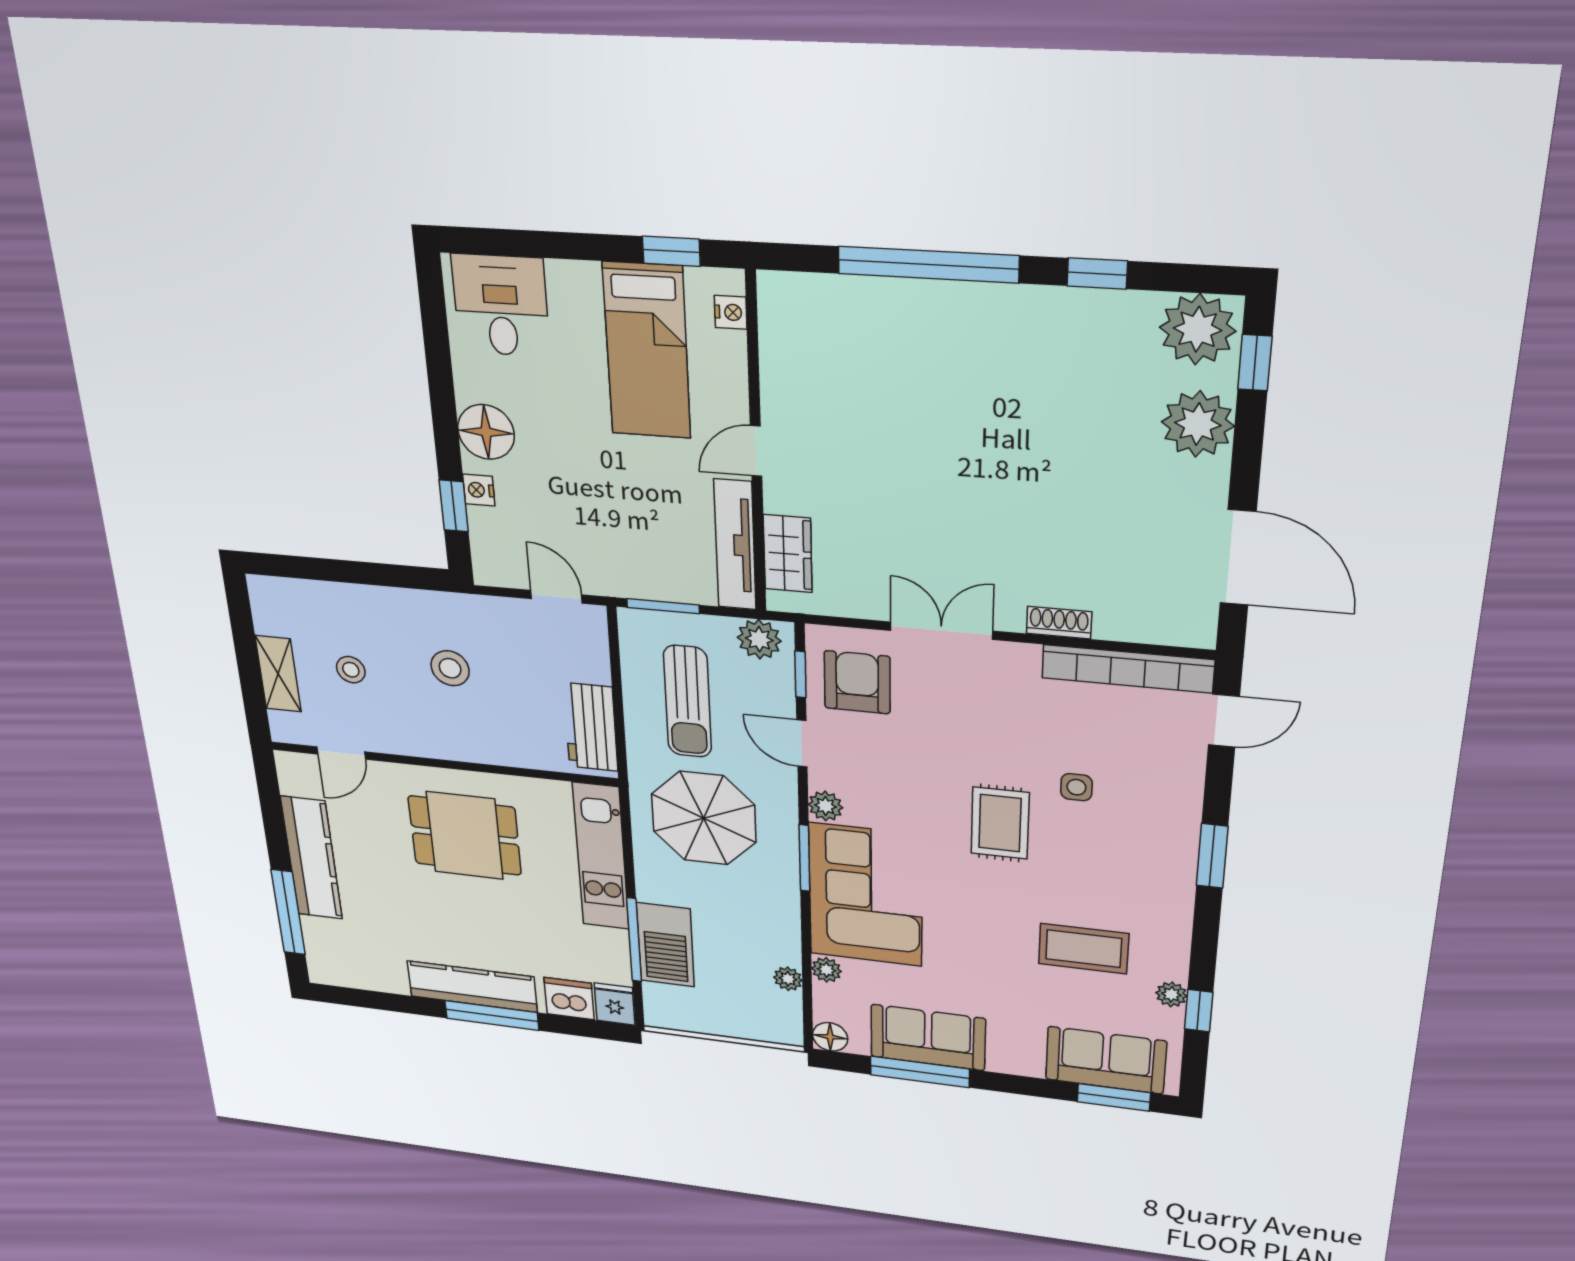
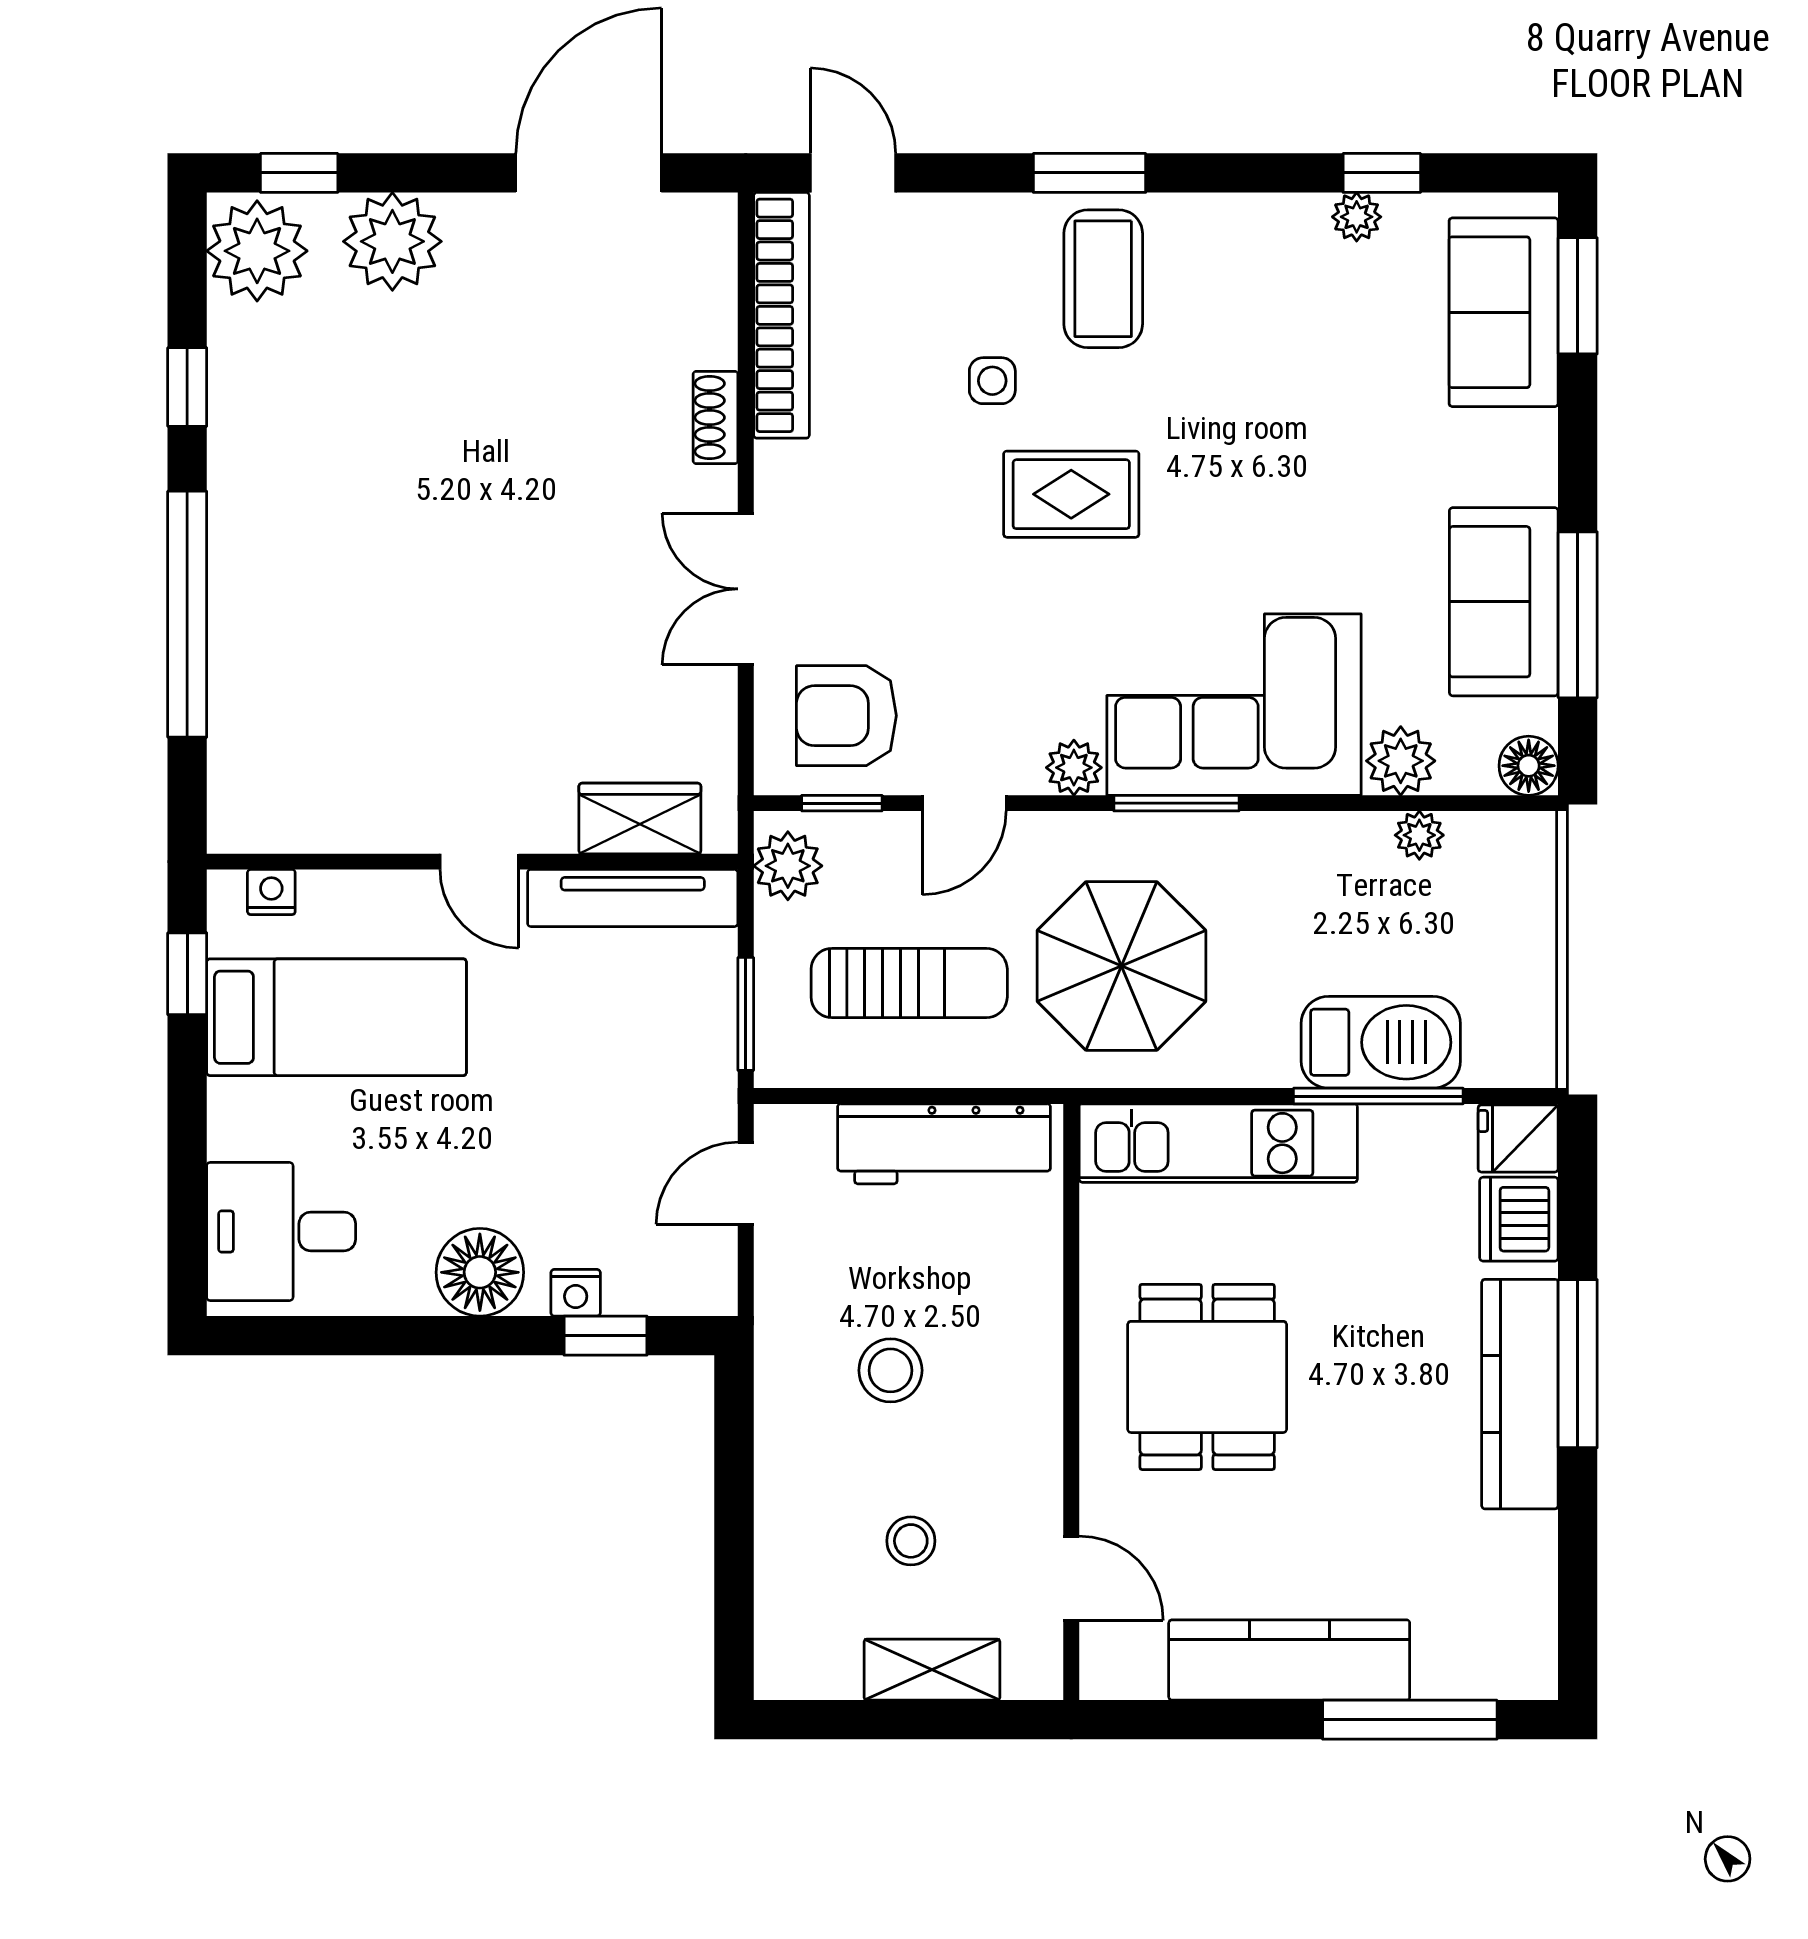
workbench: (591, 727) -> (944, 1144), width x1.38
coffee table: (1084, 949) -> (1103, 279), moved
plant: (826, 970) -> (1401, 761), width x1.38, depth x1.38

